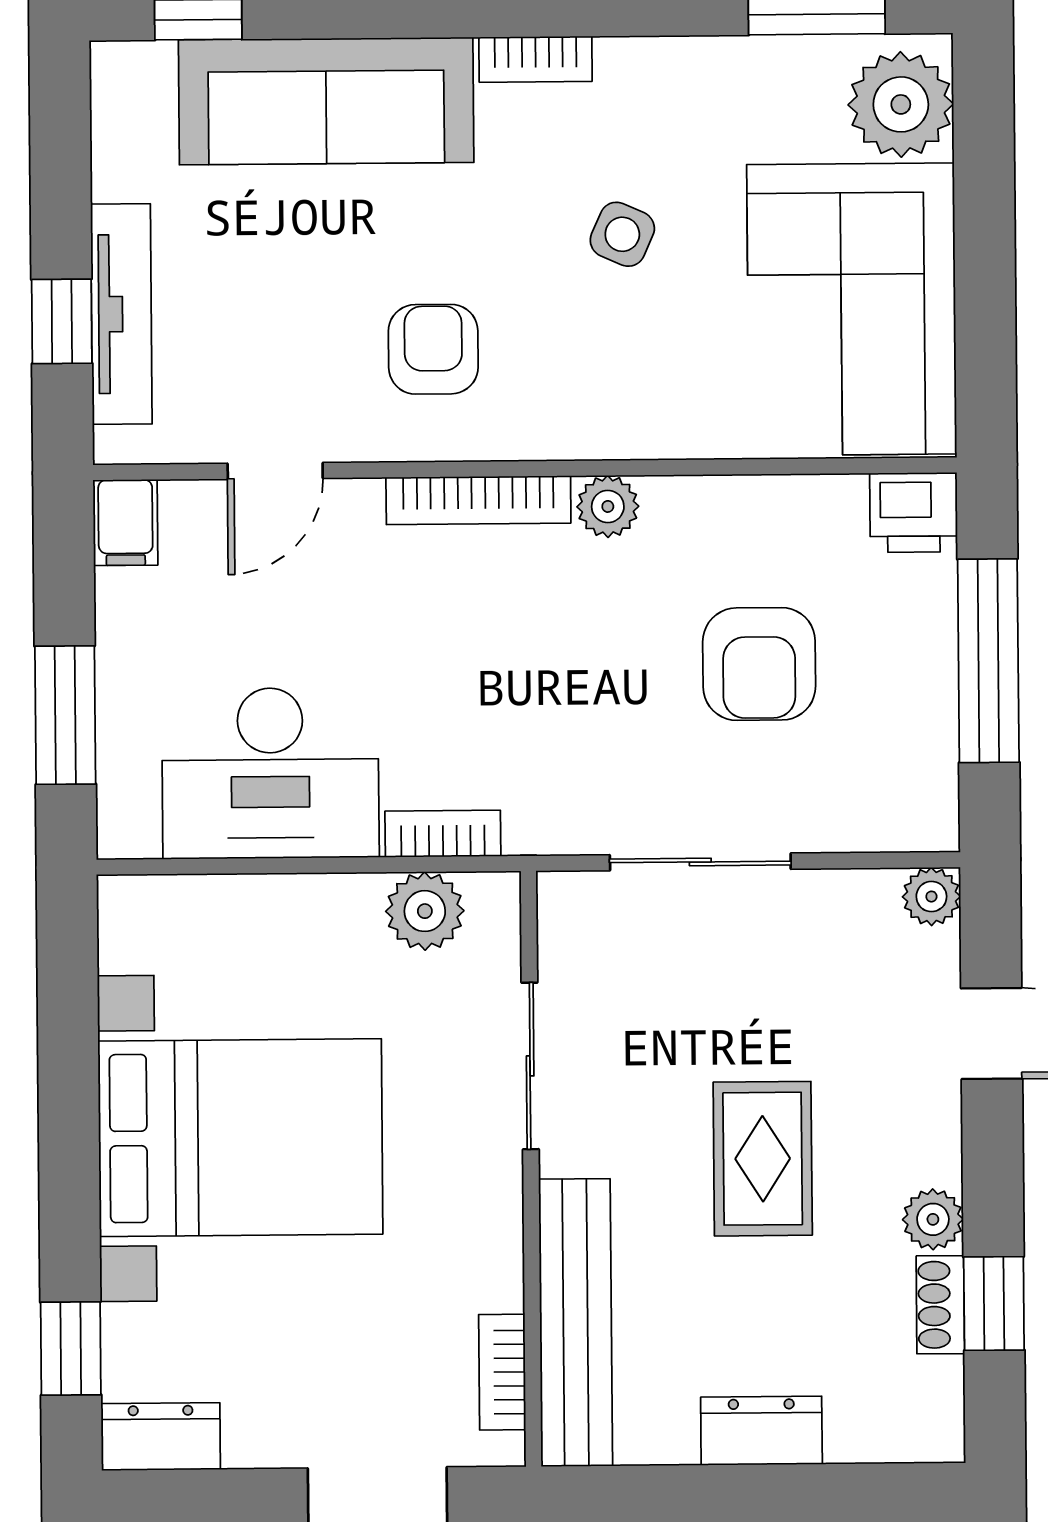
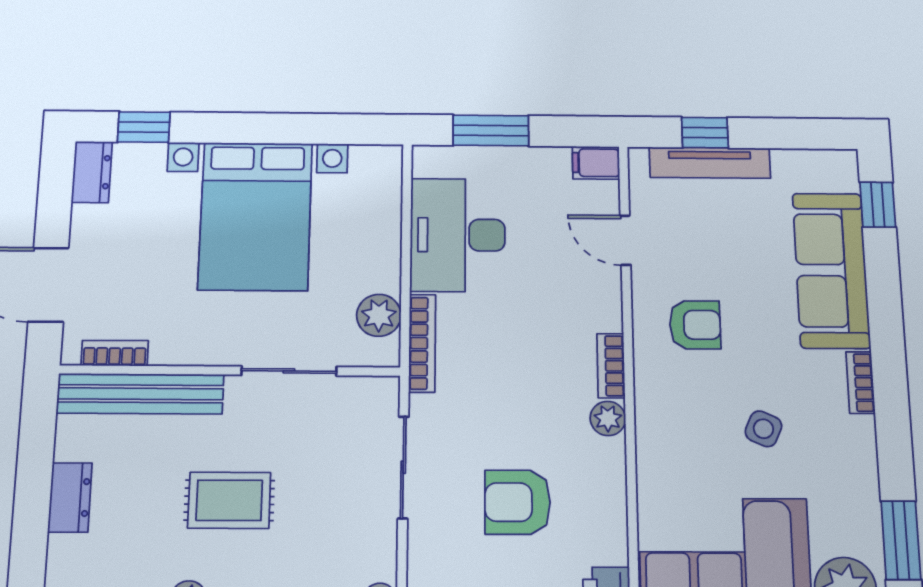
bookcase: (478, 500) -> (611, 366), width x0.64
bookcase: (443, 834) -> (422, 343), width x1.56

